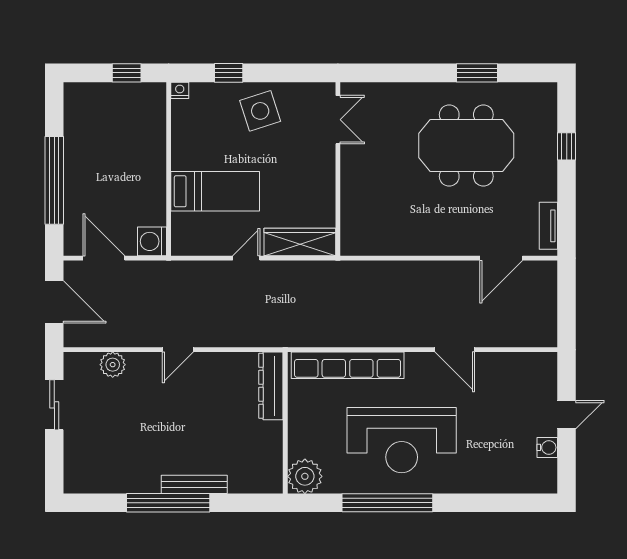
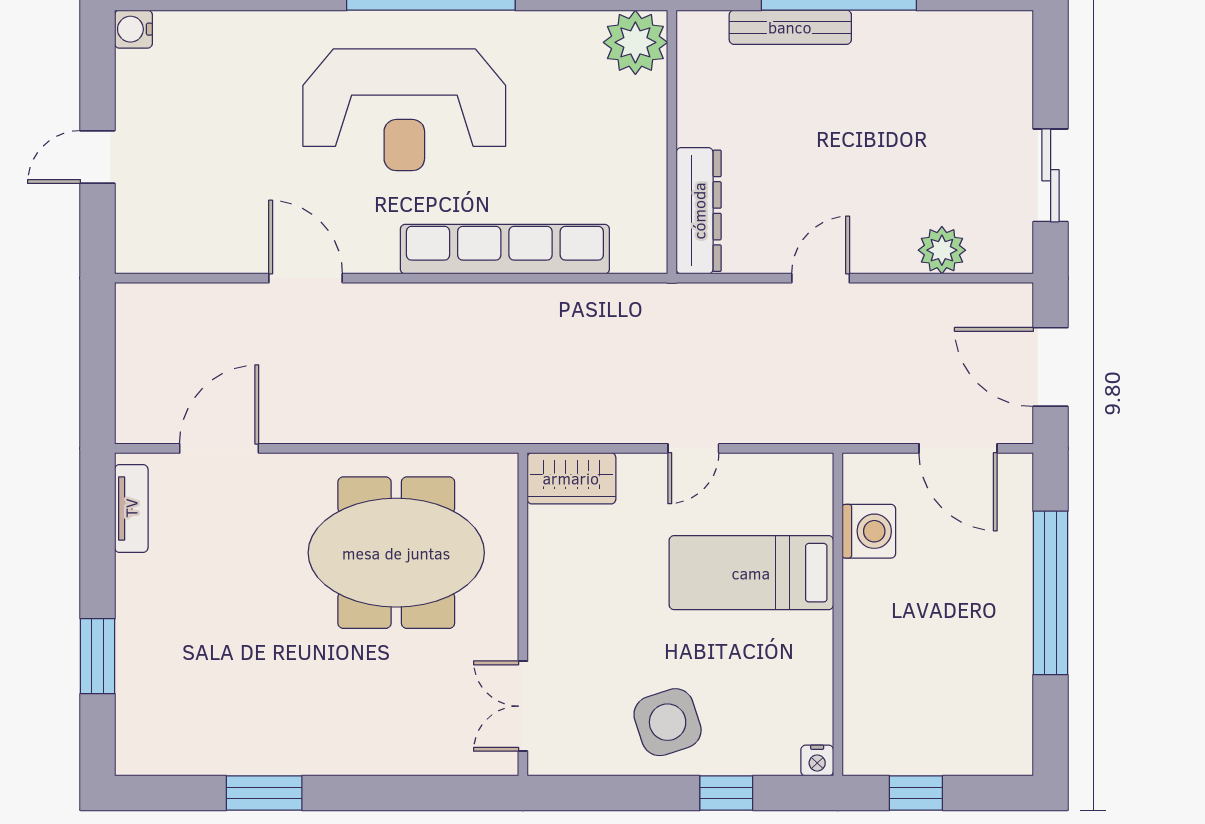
meeting table: (466, 145) -> (396, 553), moved
window: (567, 146) -> (98, 656), width x1.50
washing machine: (152, 241) -> (869, 531), moved
wardrobe: (300, 242) -> (571, 478), width x0.67
dresser: (271, 386) -> (699, 211), moved
wall: (285, 423) -> (672, 142), moved
reception desk: (402, 440) -> (404, 110), turned 180
water cooler: (547, 447) -> (133, 29), moved
plant: (305, 476) -> (635, 42), moved

